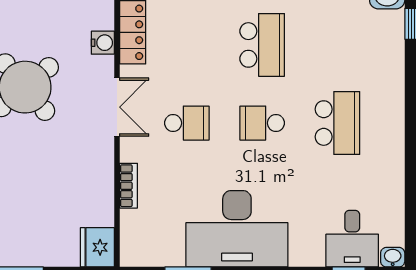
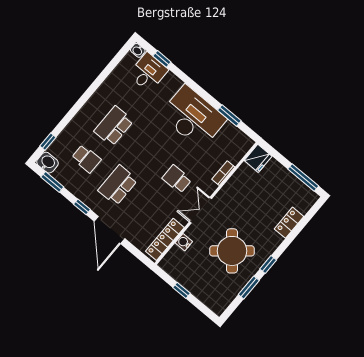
school desk: (262, 123) -> (86, 159), moved

